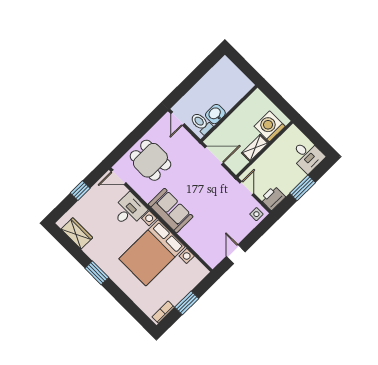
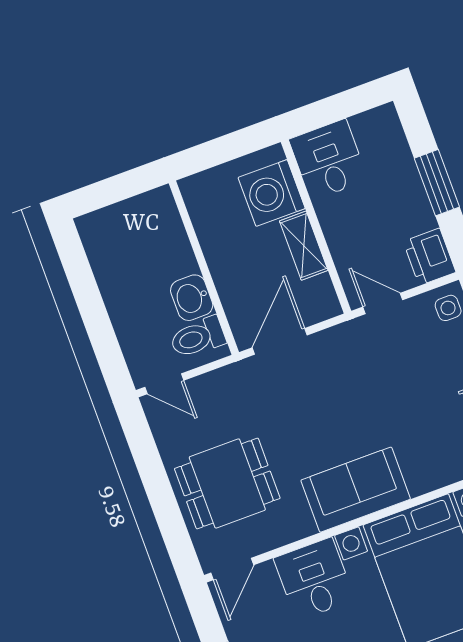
desk: (307, 156) -> (328, 160), moved, turned -90

